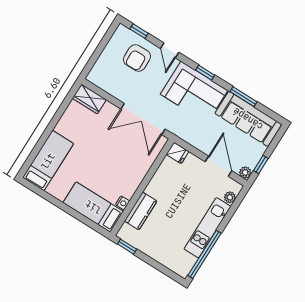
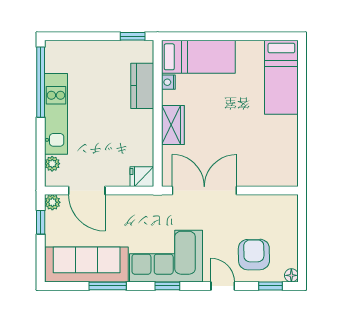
floor lamp: (121, 30) -> (291, 275), added
wardrobe: (89, 99) -> (173, 125), moved, turned 90

